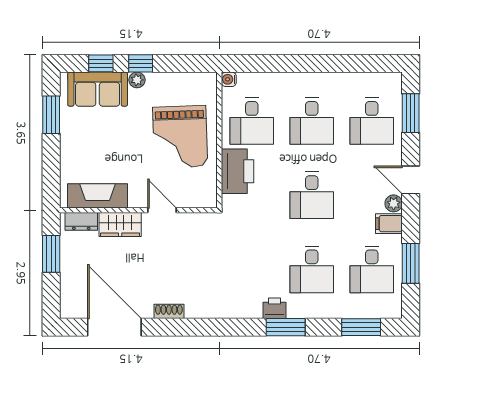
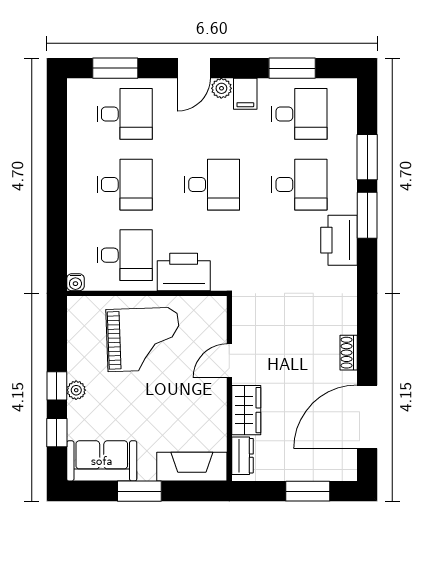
sofa: (98, 89) -> (102, 461), moved, turned -90
window: (51, 115) -> (139, 491), moved
fireplace: (98, 196) -> (192, 467), moved, turned 90
window: (51, 254) -> (308, 491), moved
printer: (274, 308) -> (339, 240), width x1.87, depth x1.48
window: (361, 327) -> (367, 157), moved

